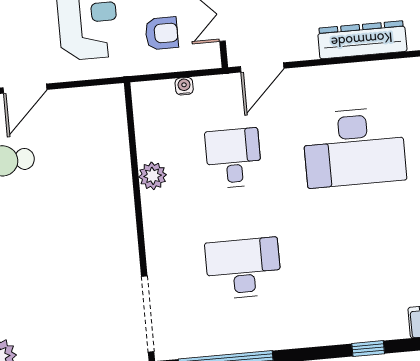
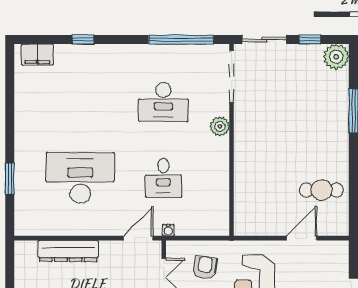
armchair: (162, 33) -> (205, 268), turned 98
water cooler: (184, 86) -> (168, 230), moved
plant: (153, 176) -> (220, 126), moved

